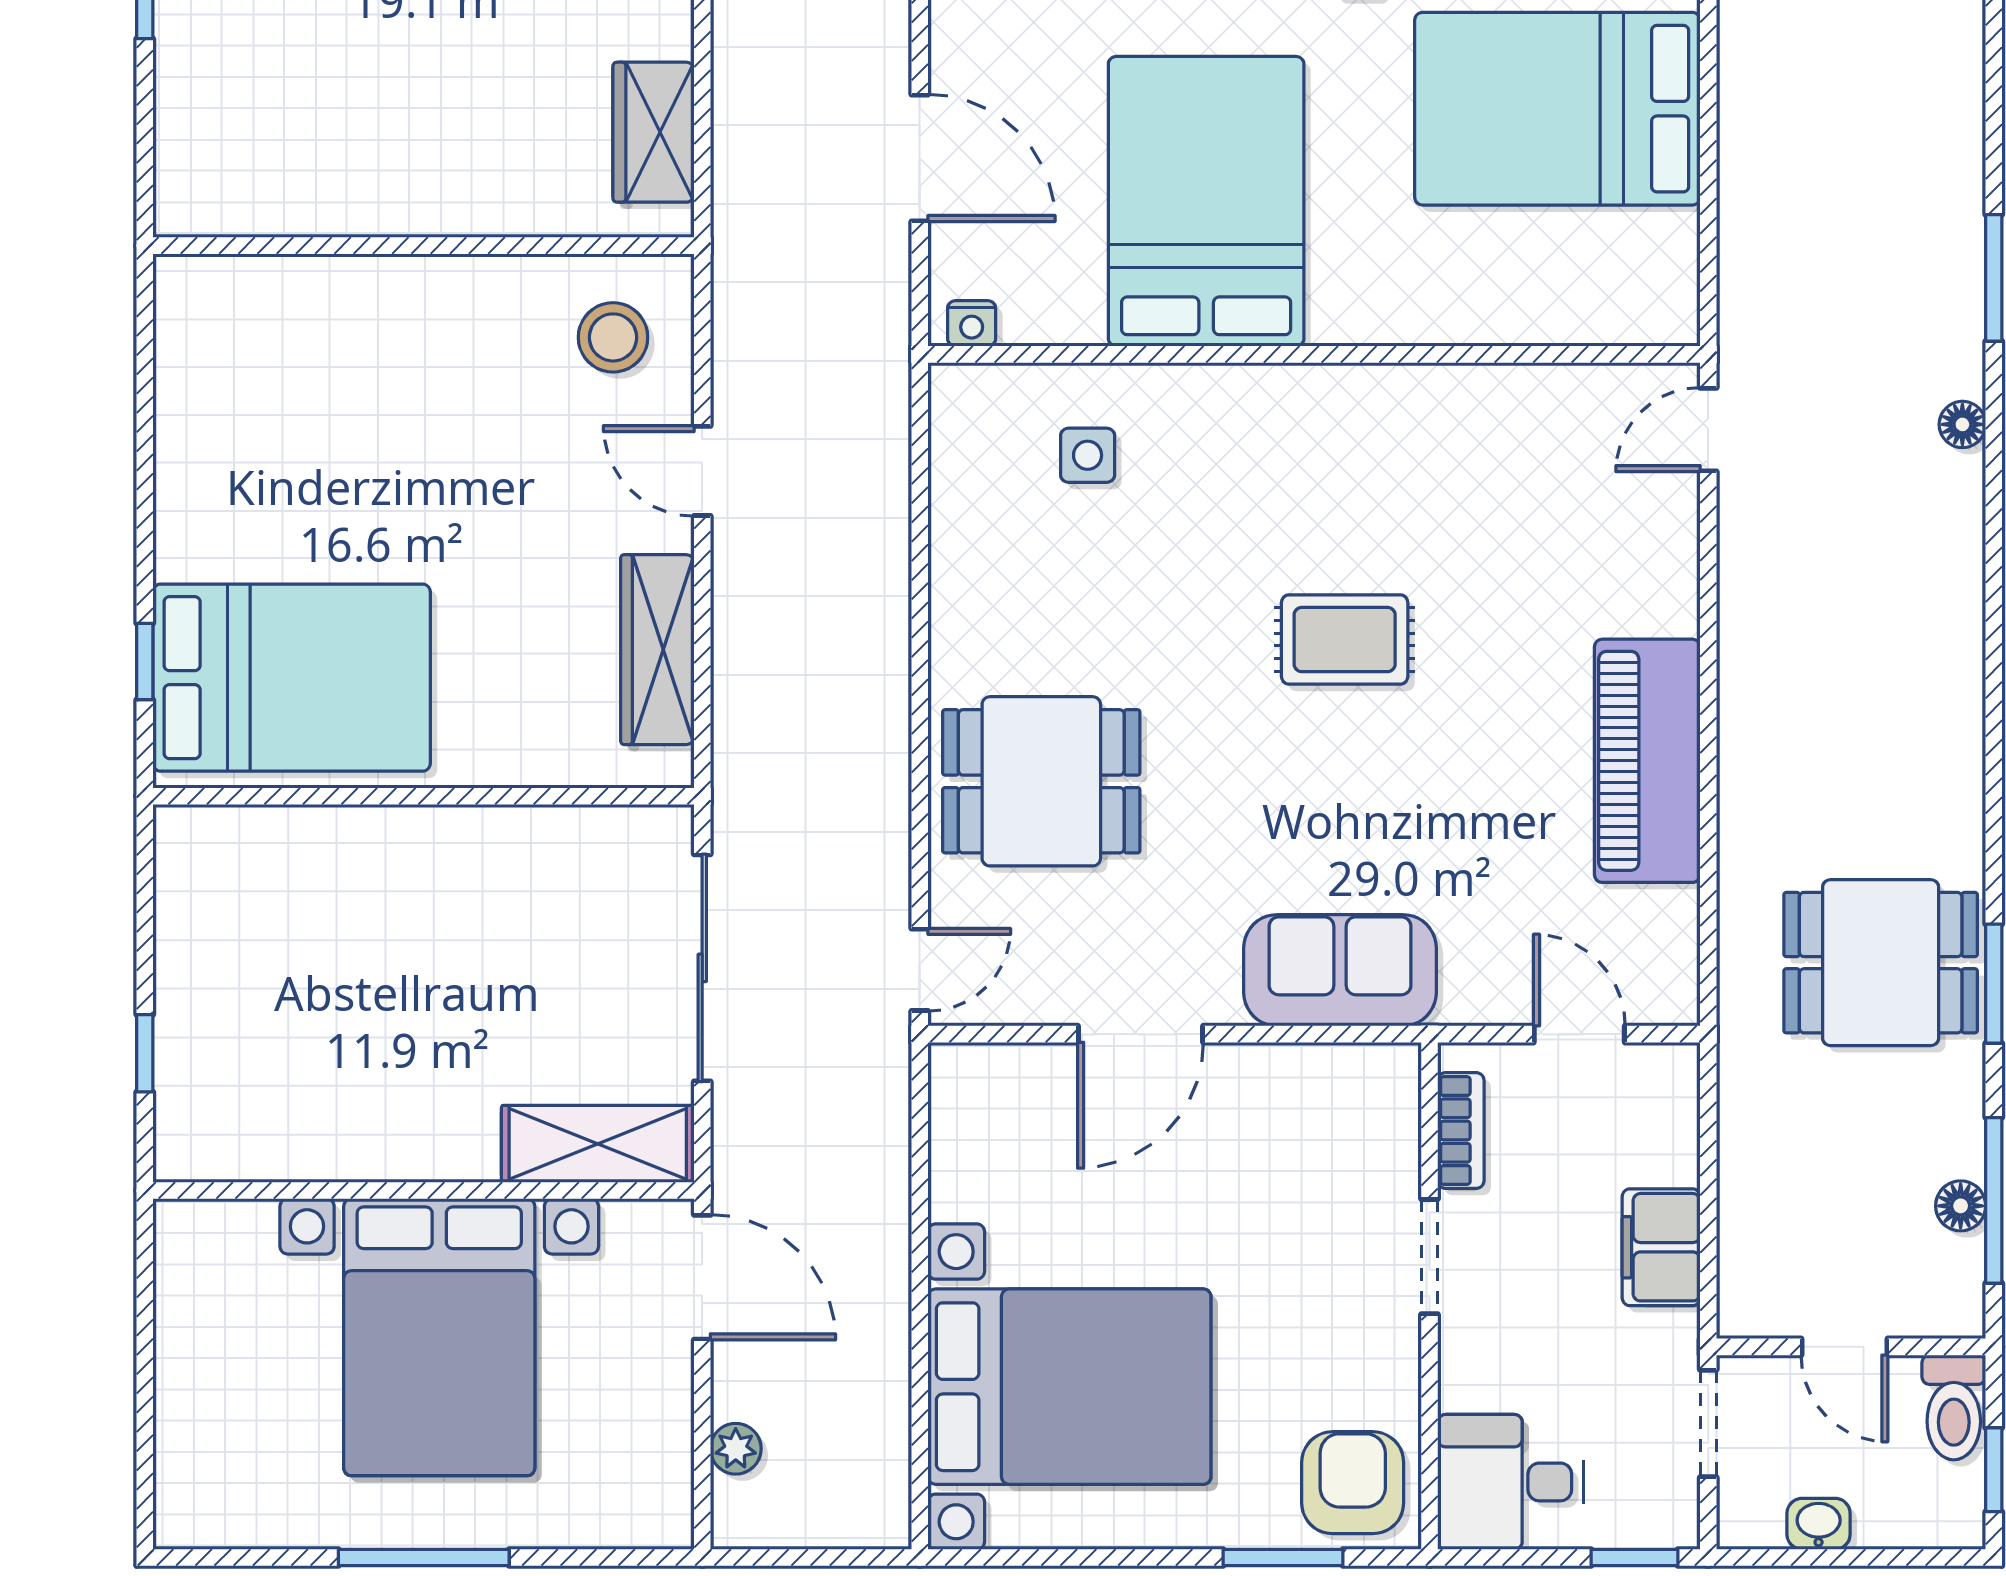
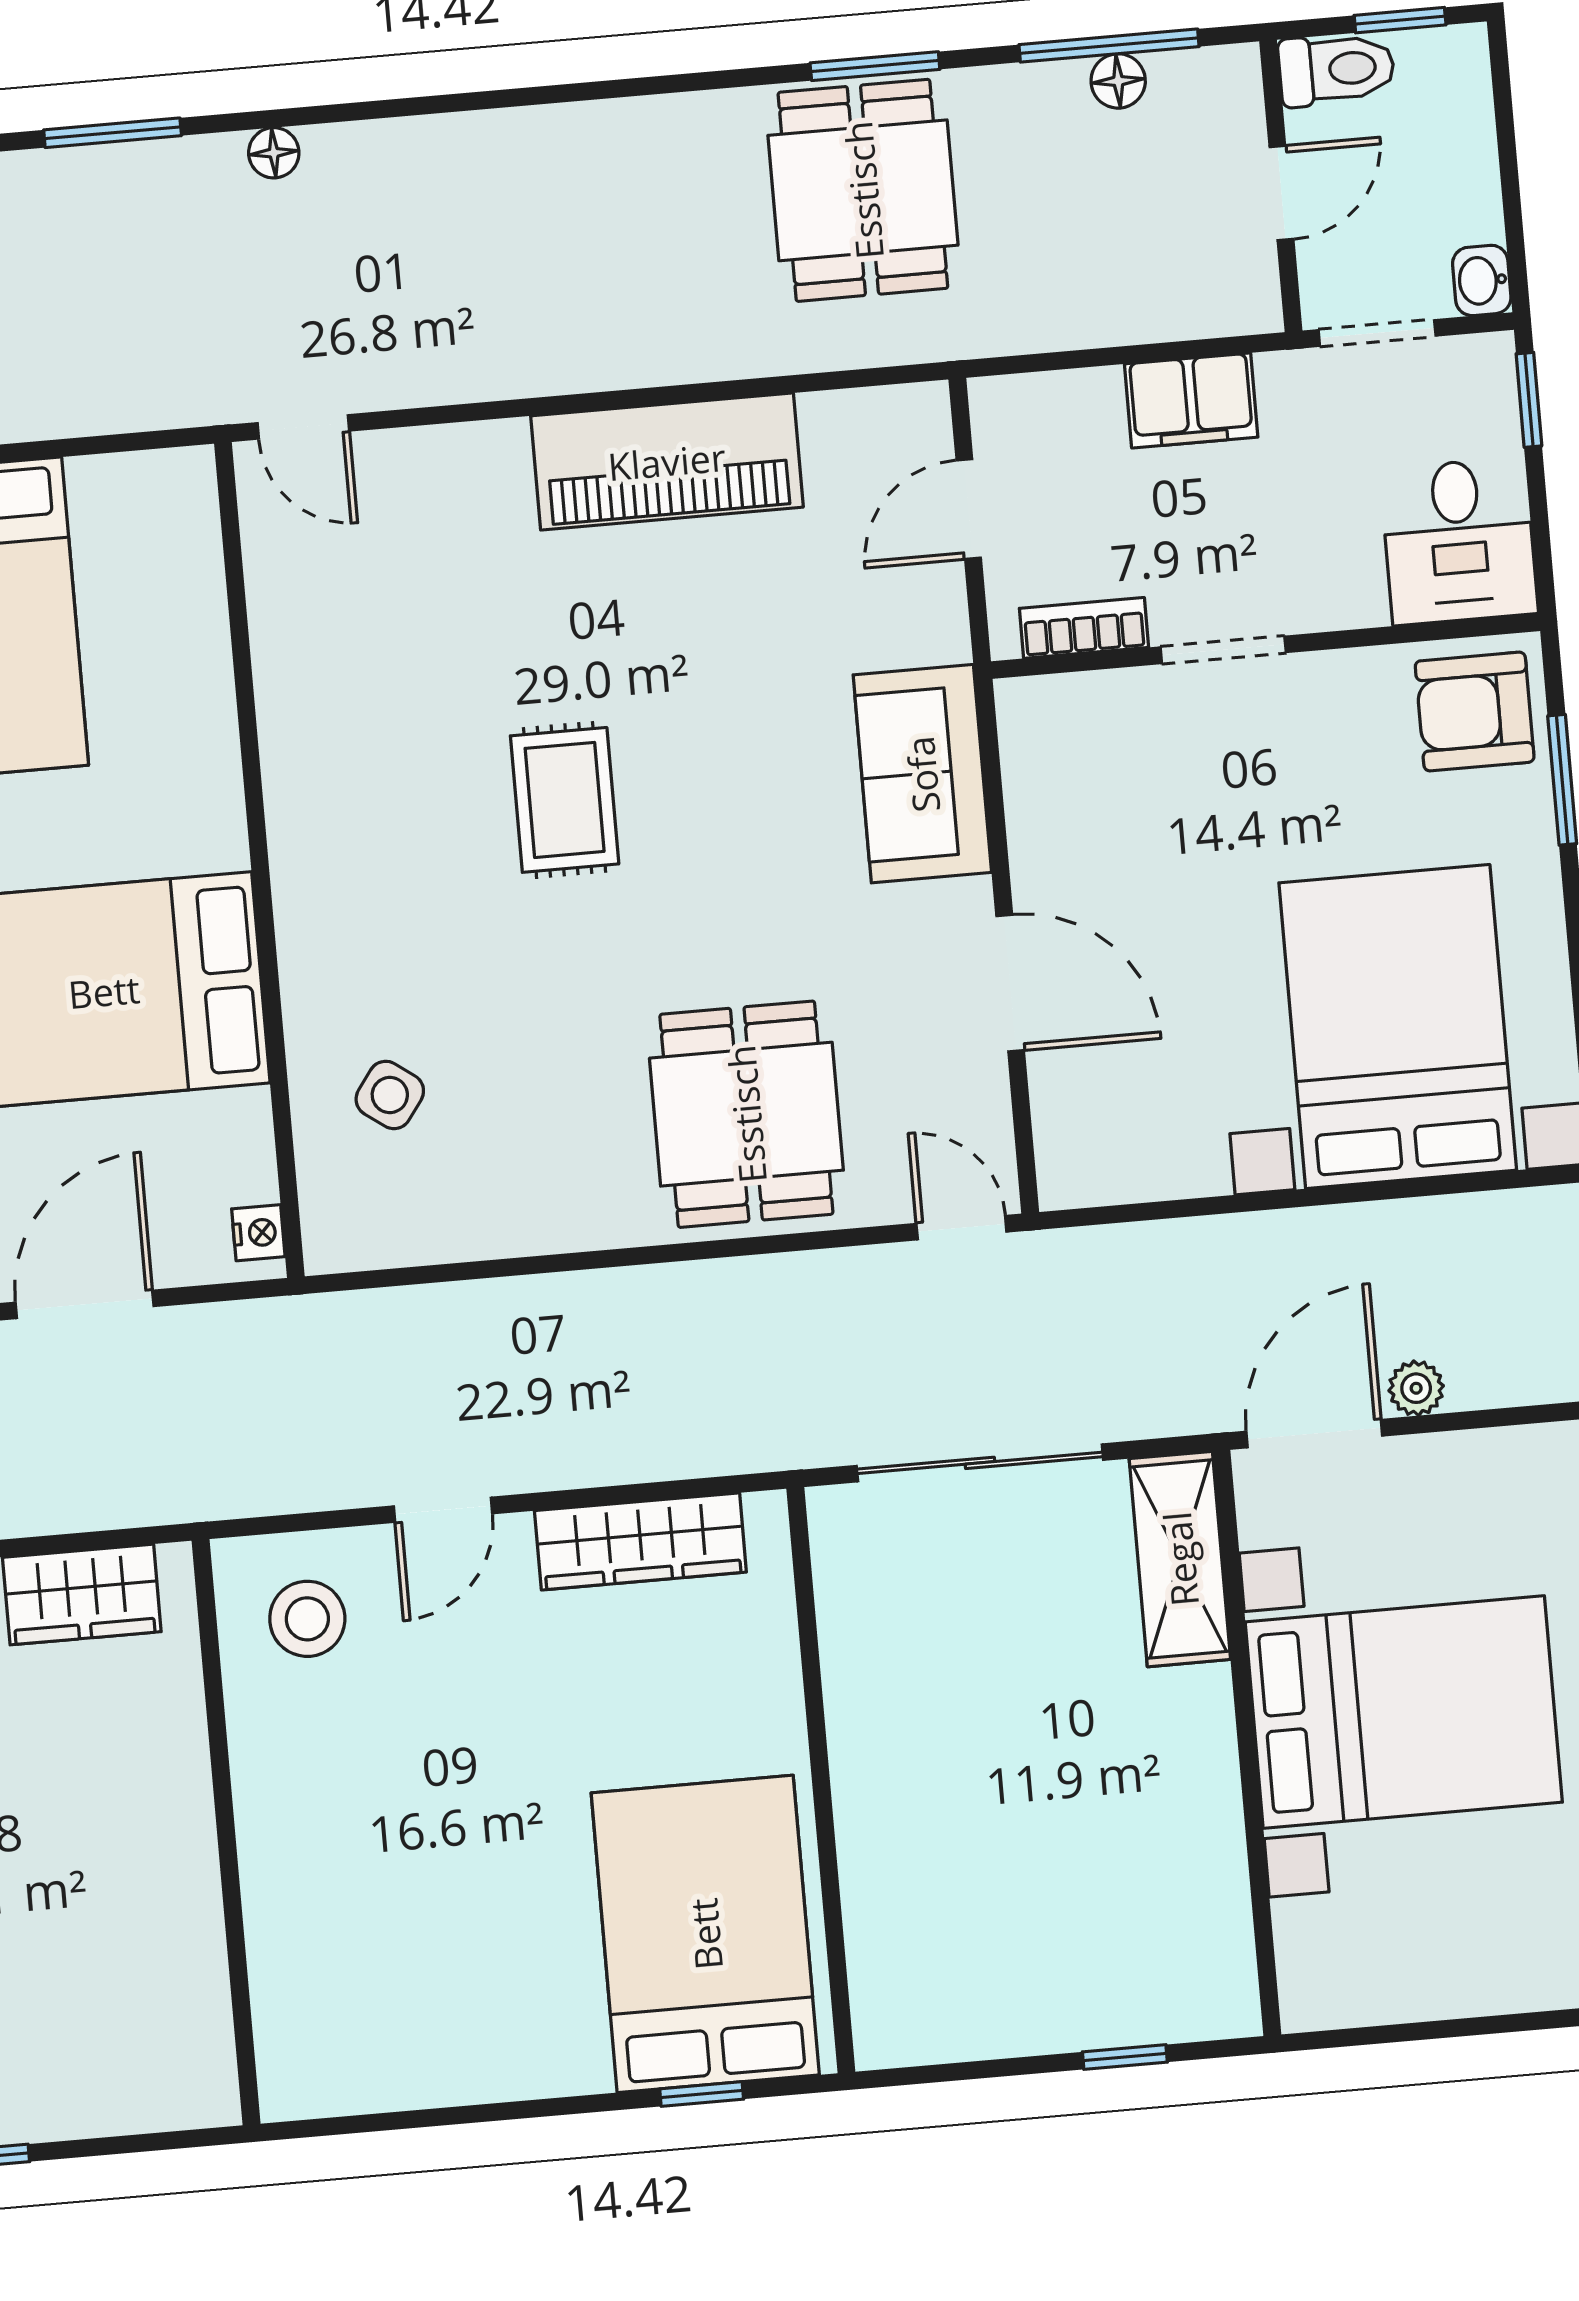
side table: (1088, 455) -> (390, 1095), turned 36
plant: (736, 1449) -> (1416, 1388), moved
washbasin: (1819, 1524) -> (1482, 280), moved

